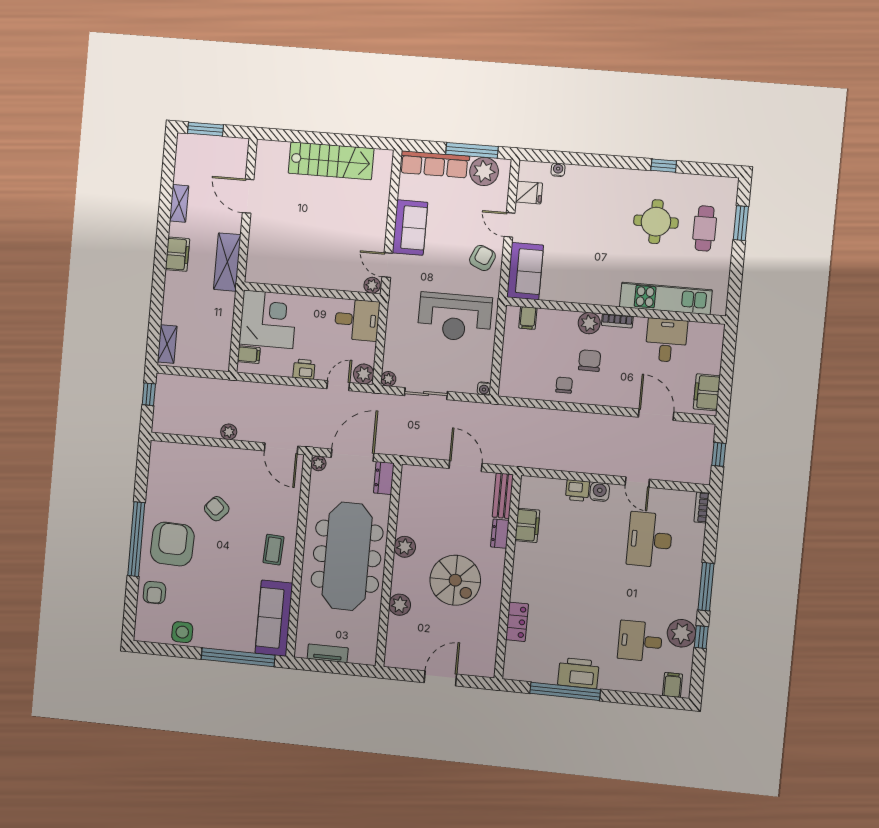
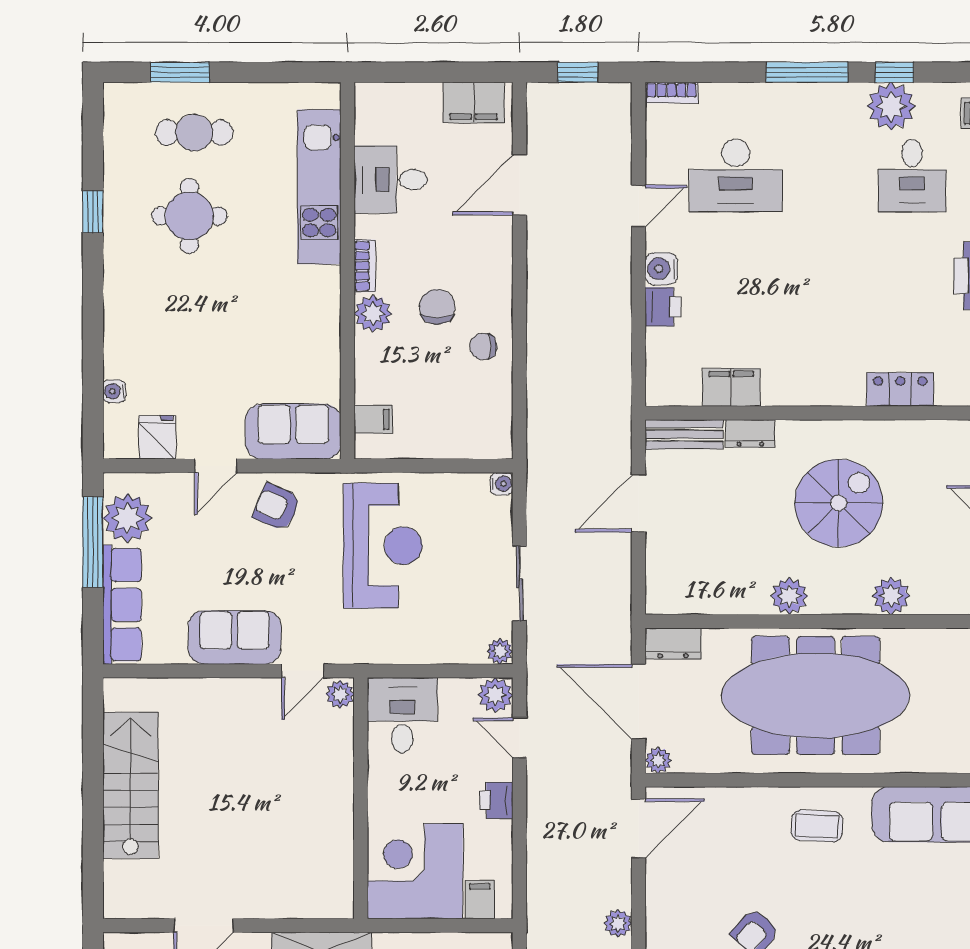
chair: (590, 361) -> (437, 307), turned 90

